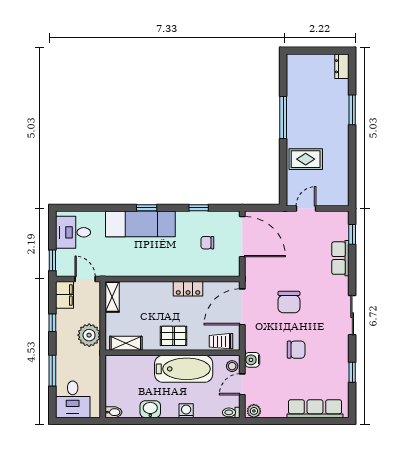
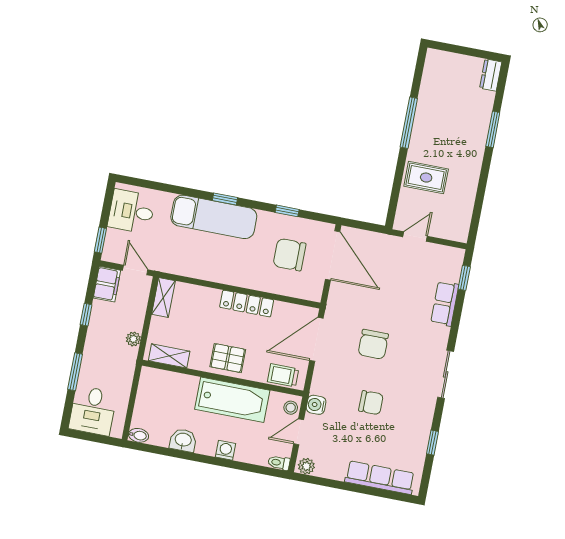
chair: (207, 243) -> (289, 255), width x1.87, depth x1.87
locker: (188, 289) -> (247, 304), width x1.53
plant: (89, 335) -> (133, 339), width x0.53, depth x0.53

